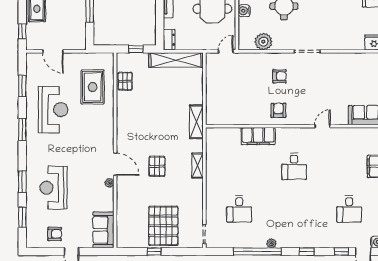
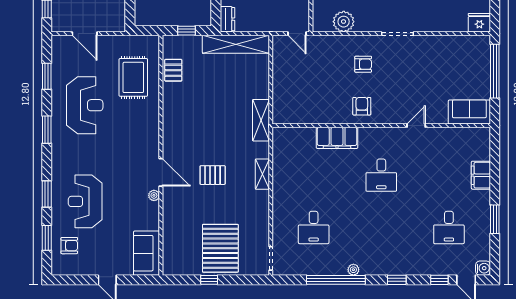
door: (226, 51) -> (297, 34), swing flipped
pallet: (157, 166) -> (213, 175), turned 90
armchair: (55, 234) -> (69, 246), moved

